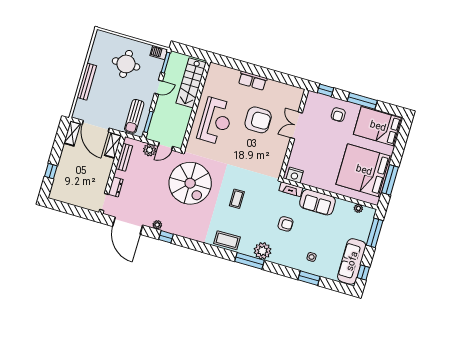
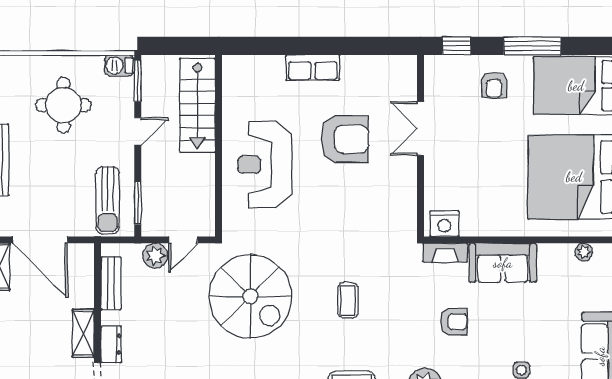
reception desk: (216, 121) -> (265, 165), turned 180
shelving: (113, 146) -> (83, 333), moved

